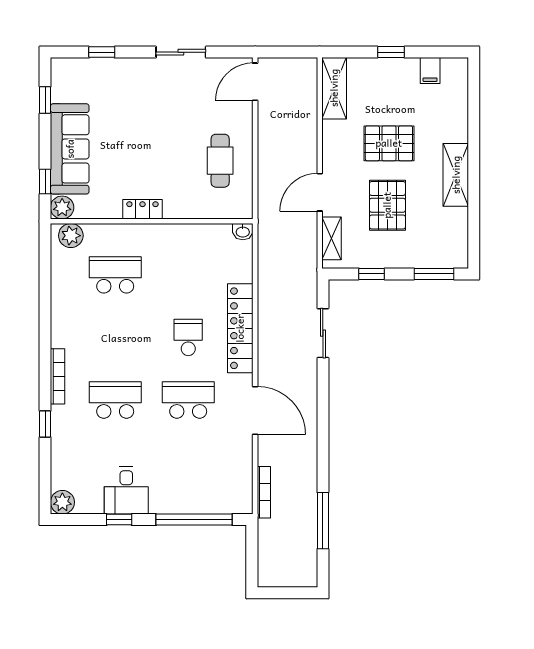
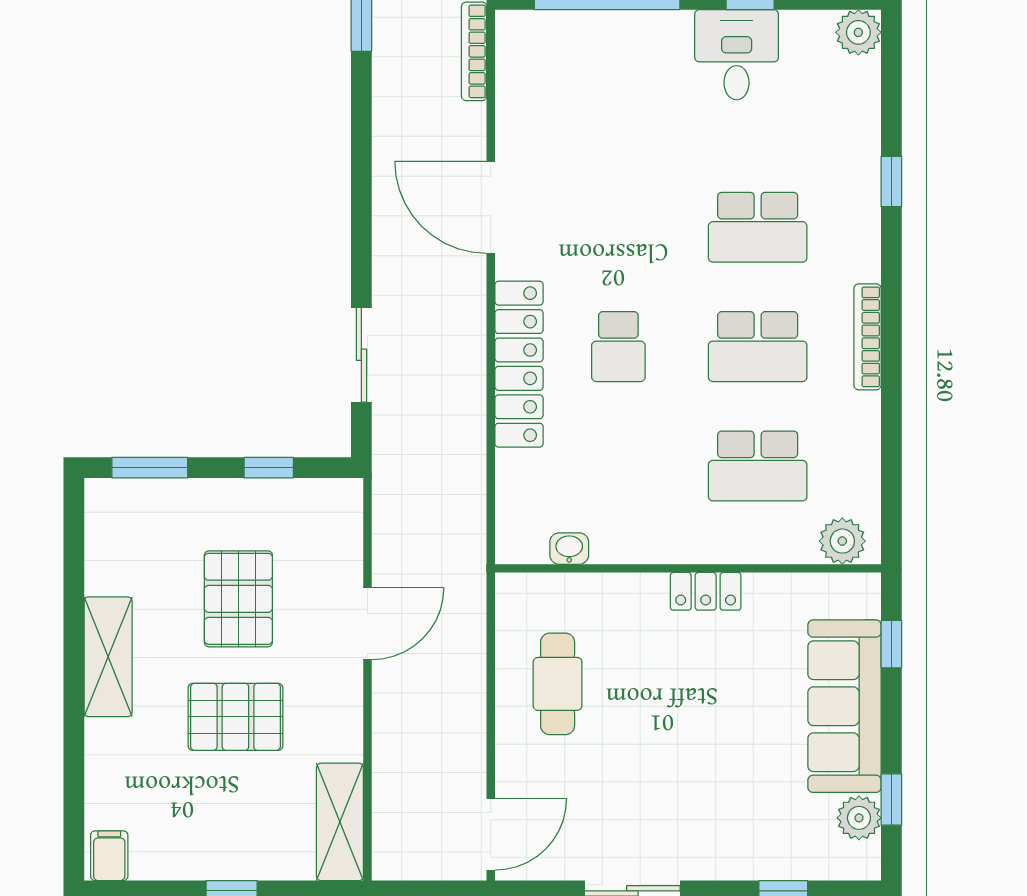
filing cabinet: (430, 71) -> (109, 856), moved
plant: (62, 207) -> (859, 818), moved
washbasin: (243, 232) -> (569, 549), moved
shelving: (332, 238) -> (345, 536), removed
bookcase: (58, 376) -> (868, 337), moved
school desk: (188, 400) -> (758, 347), moved

